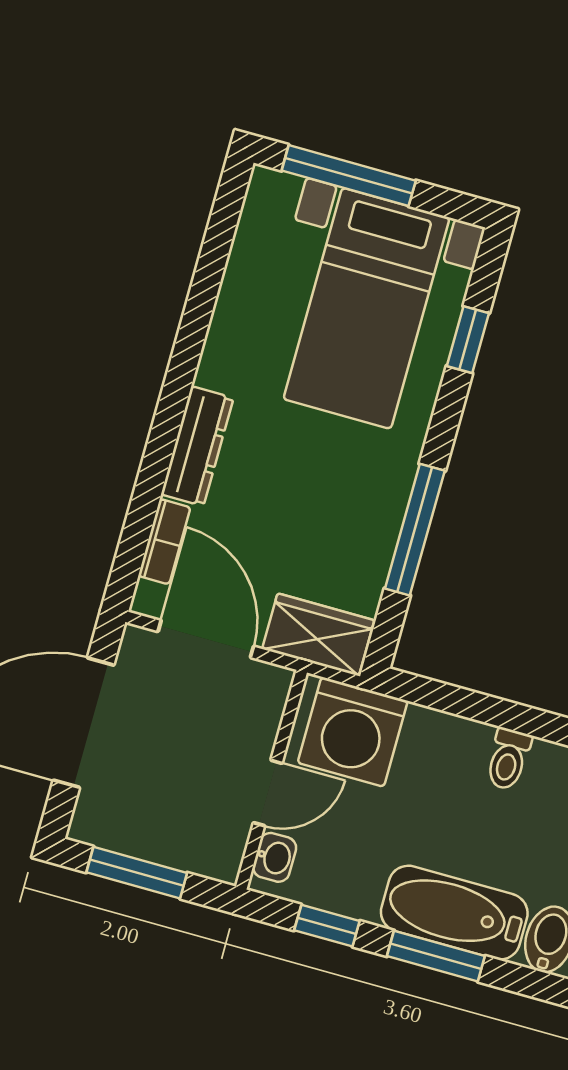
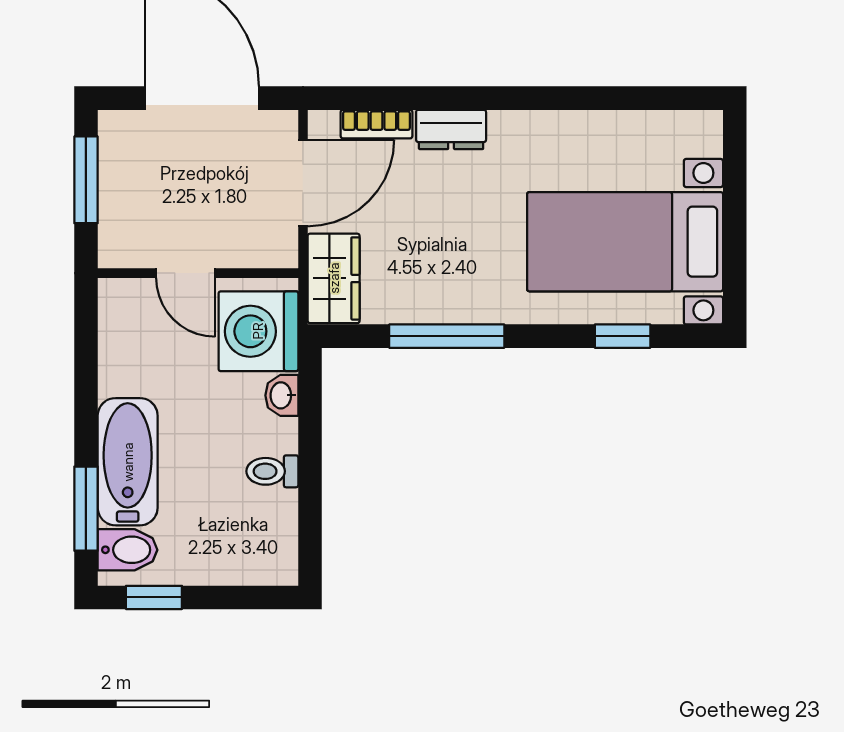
window: (349, 176) -> (735, 195), removed
dresser: (197, 446) -> (451, 129), width x0.70
washbasin: (275, 857) -> (282, 395), moved, turned 90
window: (327, 926) -> (86, 356), removed
window: (436, 956) -> (86, 509), moved

